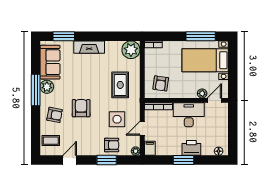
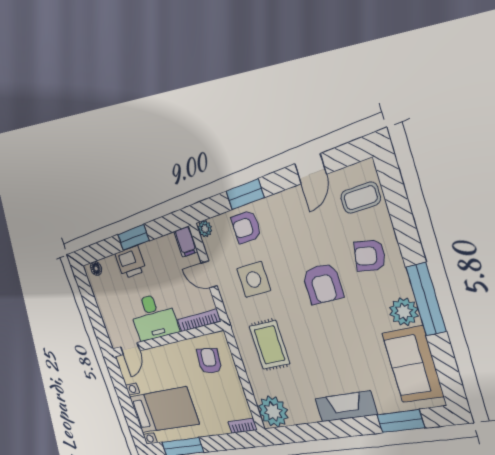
plant: (202, 93) -> (149, 356), removed
door: (142, 128) -> (209, 274), swing flipped

